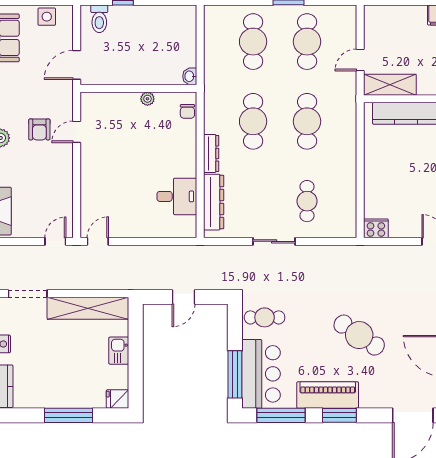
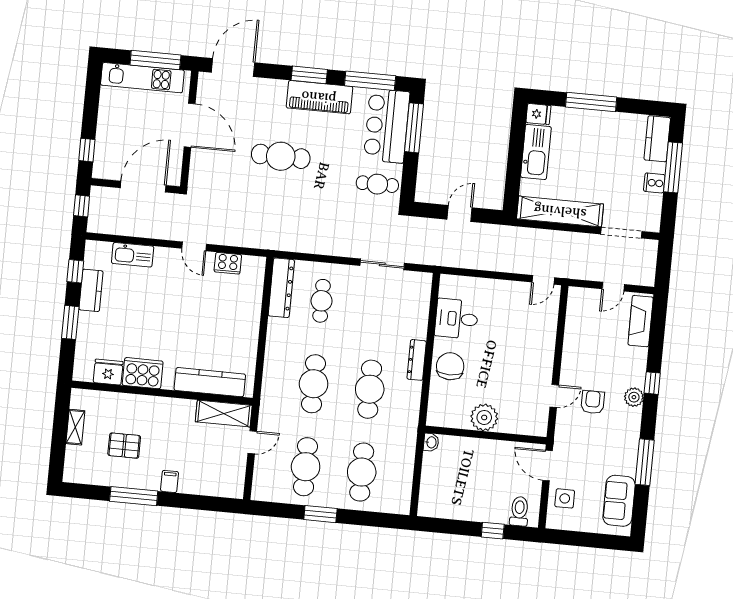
side table: (47, 17) -> (565, 498), moved
door: (77, 65) -> (548, 466), swing flipped
plant: (147, 99) -> (484, 417), width x1.88, depth x1.88
chair: (187, 111) -> (450, 366), moved, width x1.87, depth x1.87
dresser: (214, 202) -> (281, 288), moved, turned 180
cooker: (376, 228) -> (228, 263), moved
door: (55, 241) -> (613, 287), moved
sliding door: (274, 241) -> (382, 264), moved
cafe table: (359, 335) -> (281, 156), turned -33
kitchen sink: (119, 351) -> (536, 152), width x1.87, depth x1.24

